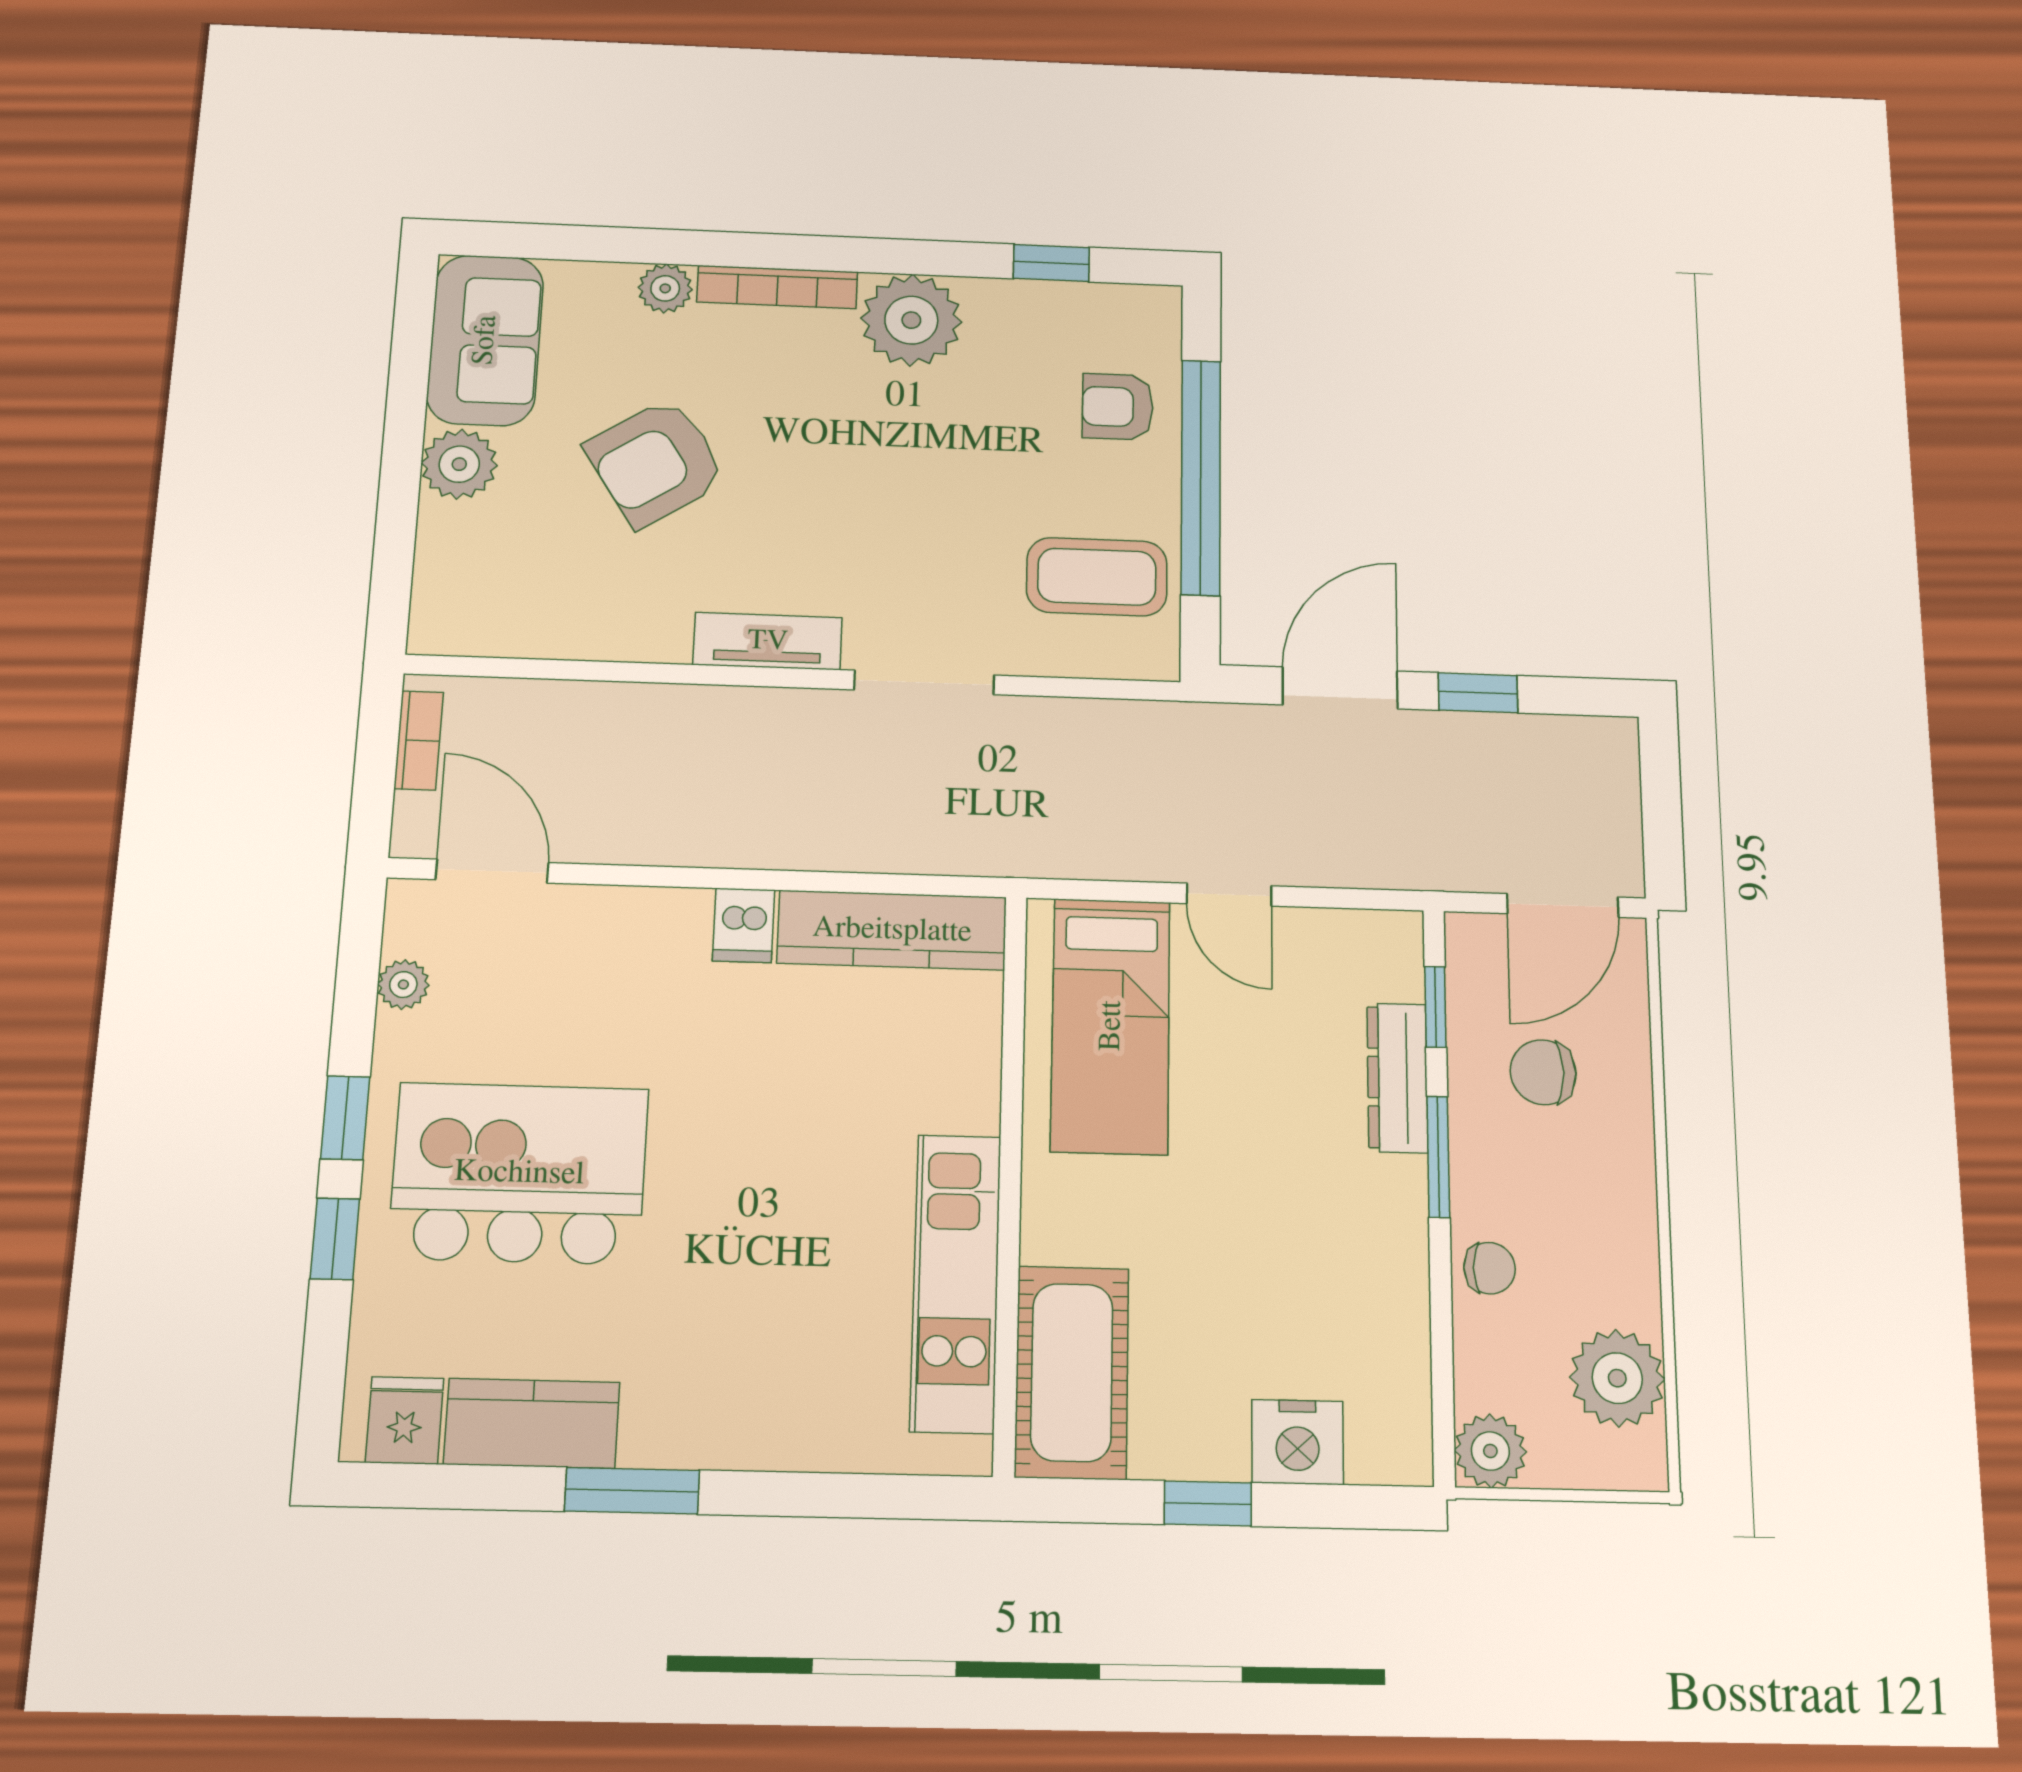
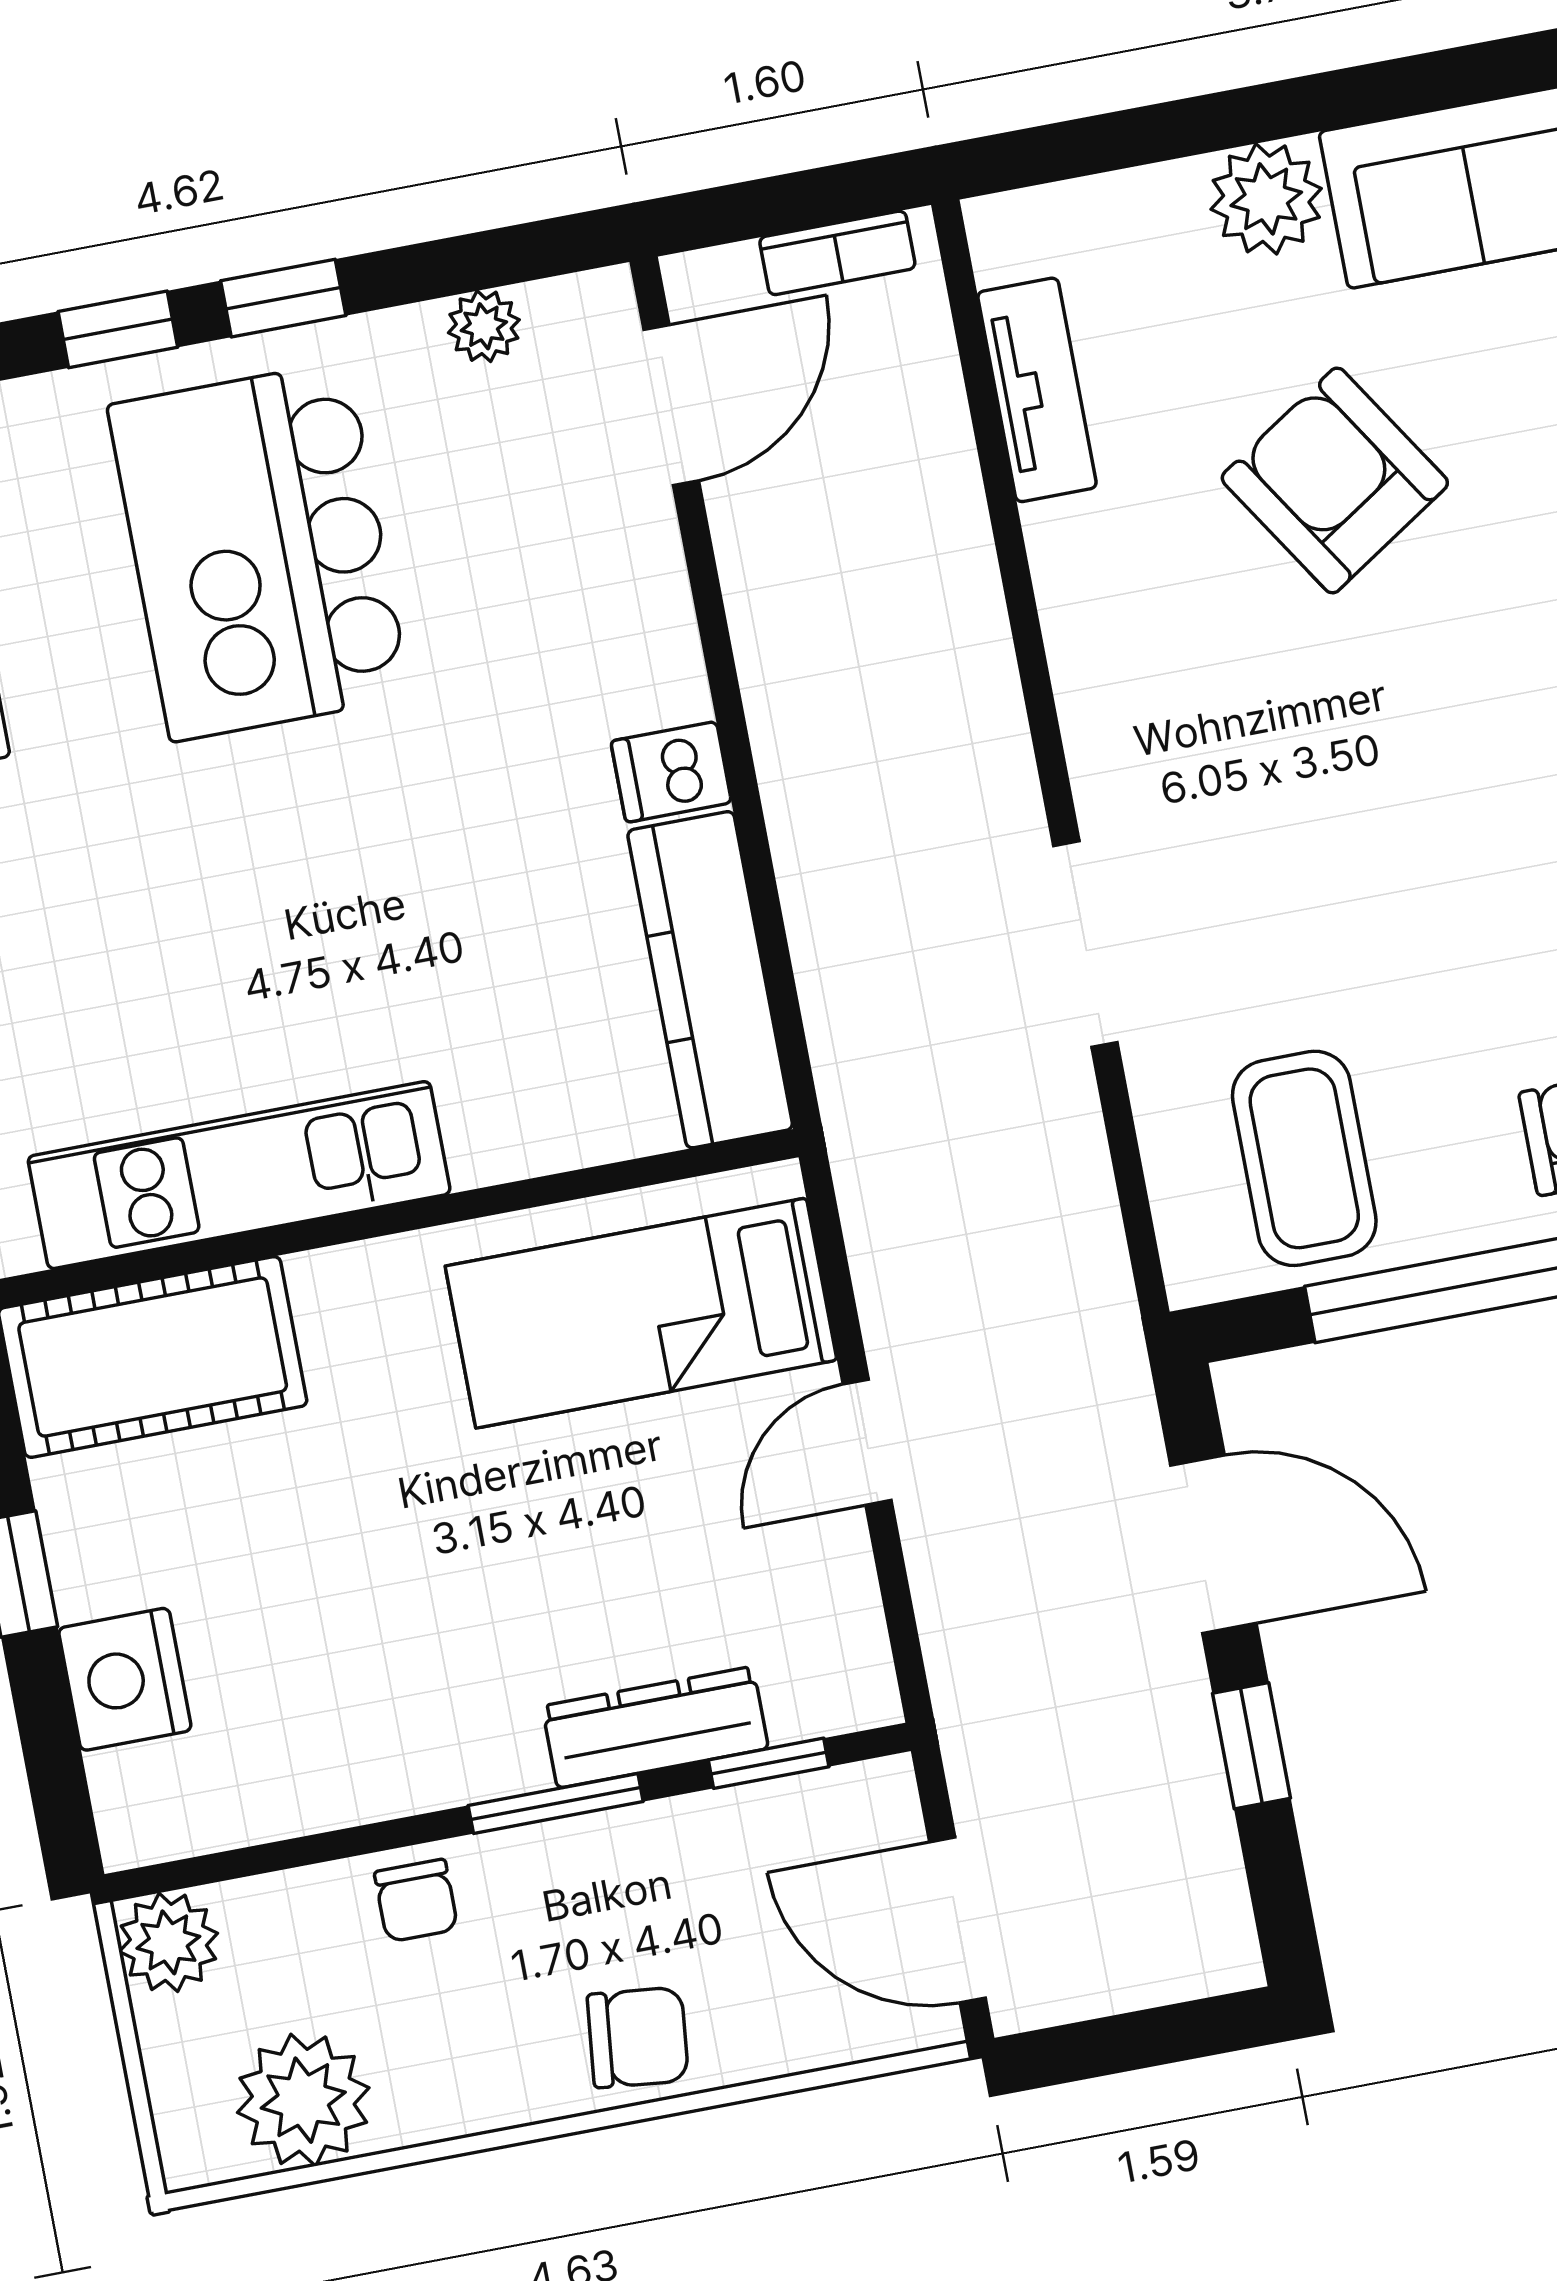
tv unit: (768, 641) -> (1037, 390), moved
chair: (1543, 1072) -> (638, 2037), moved, turned 96
kitchen island: (519, 1173) -> (259, 551), turned 180

